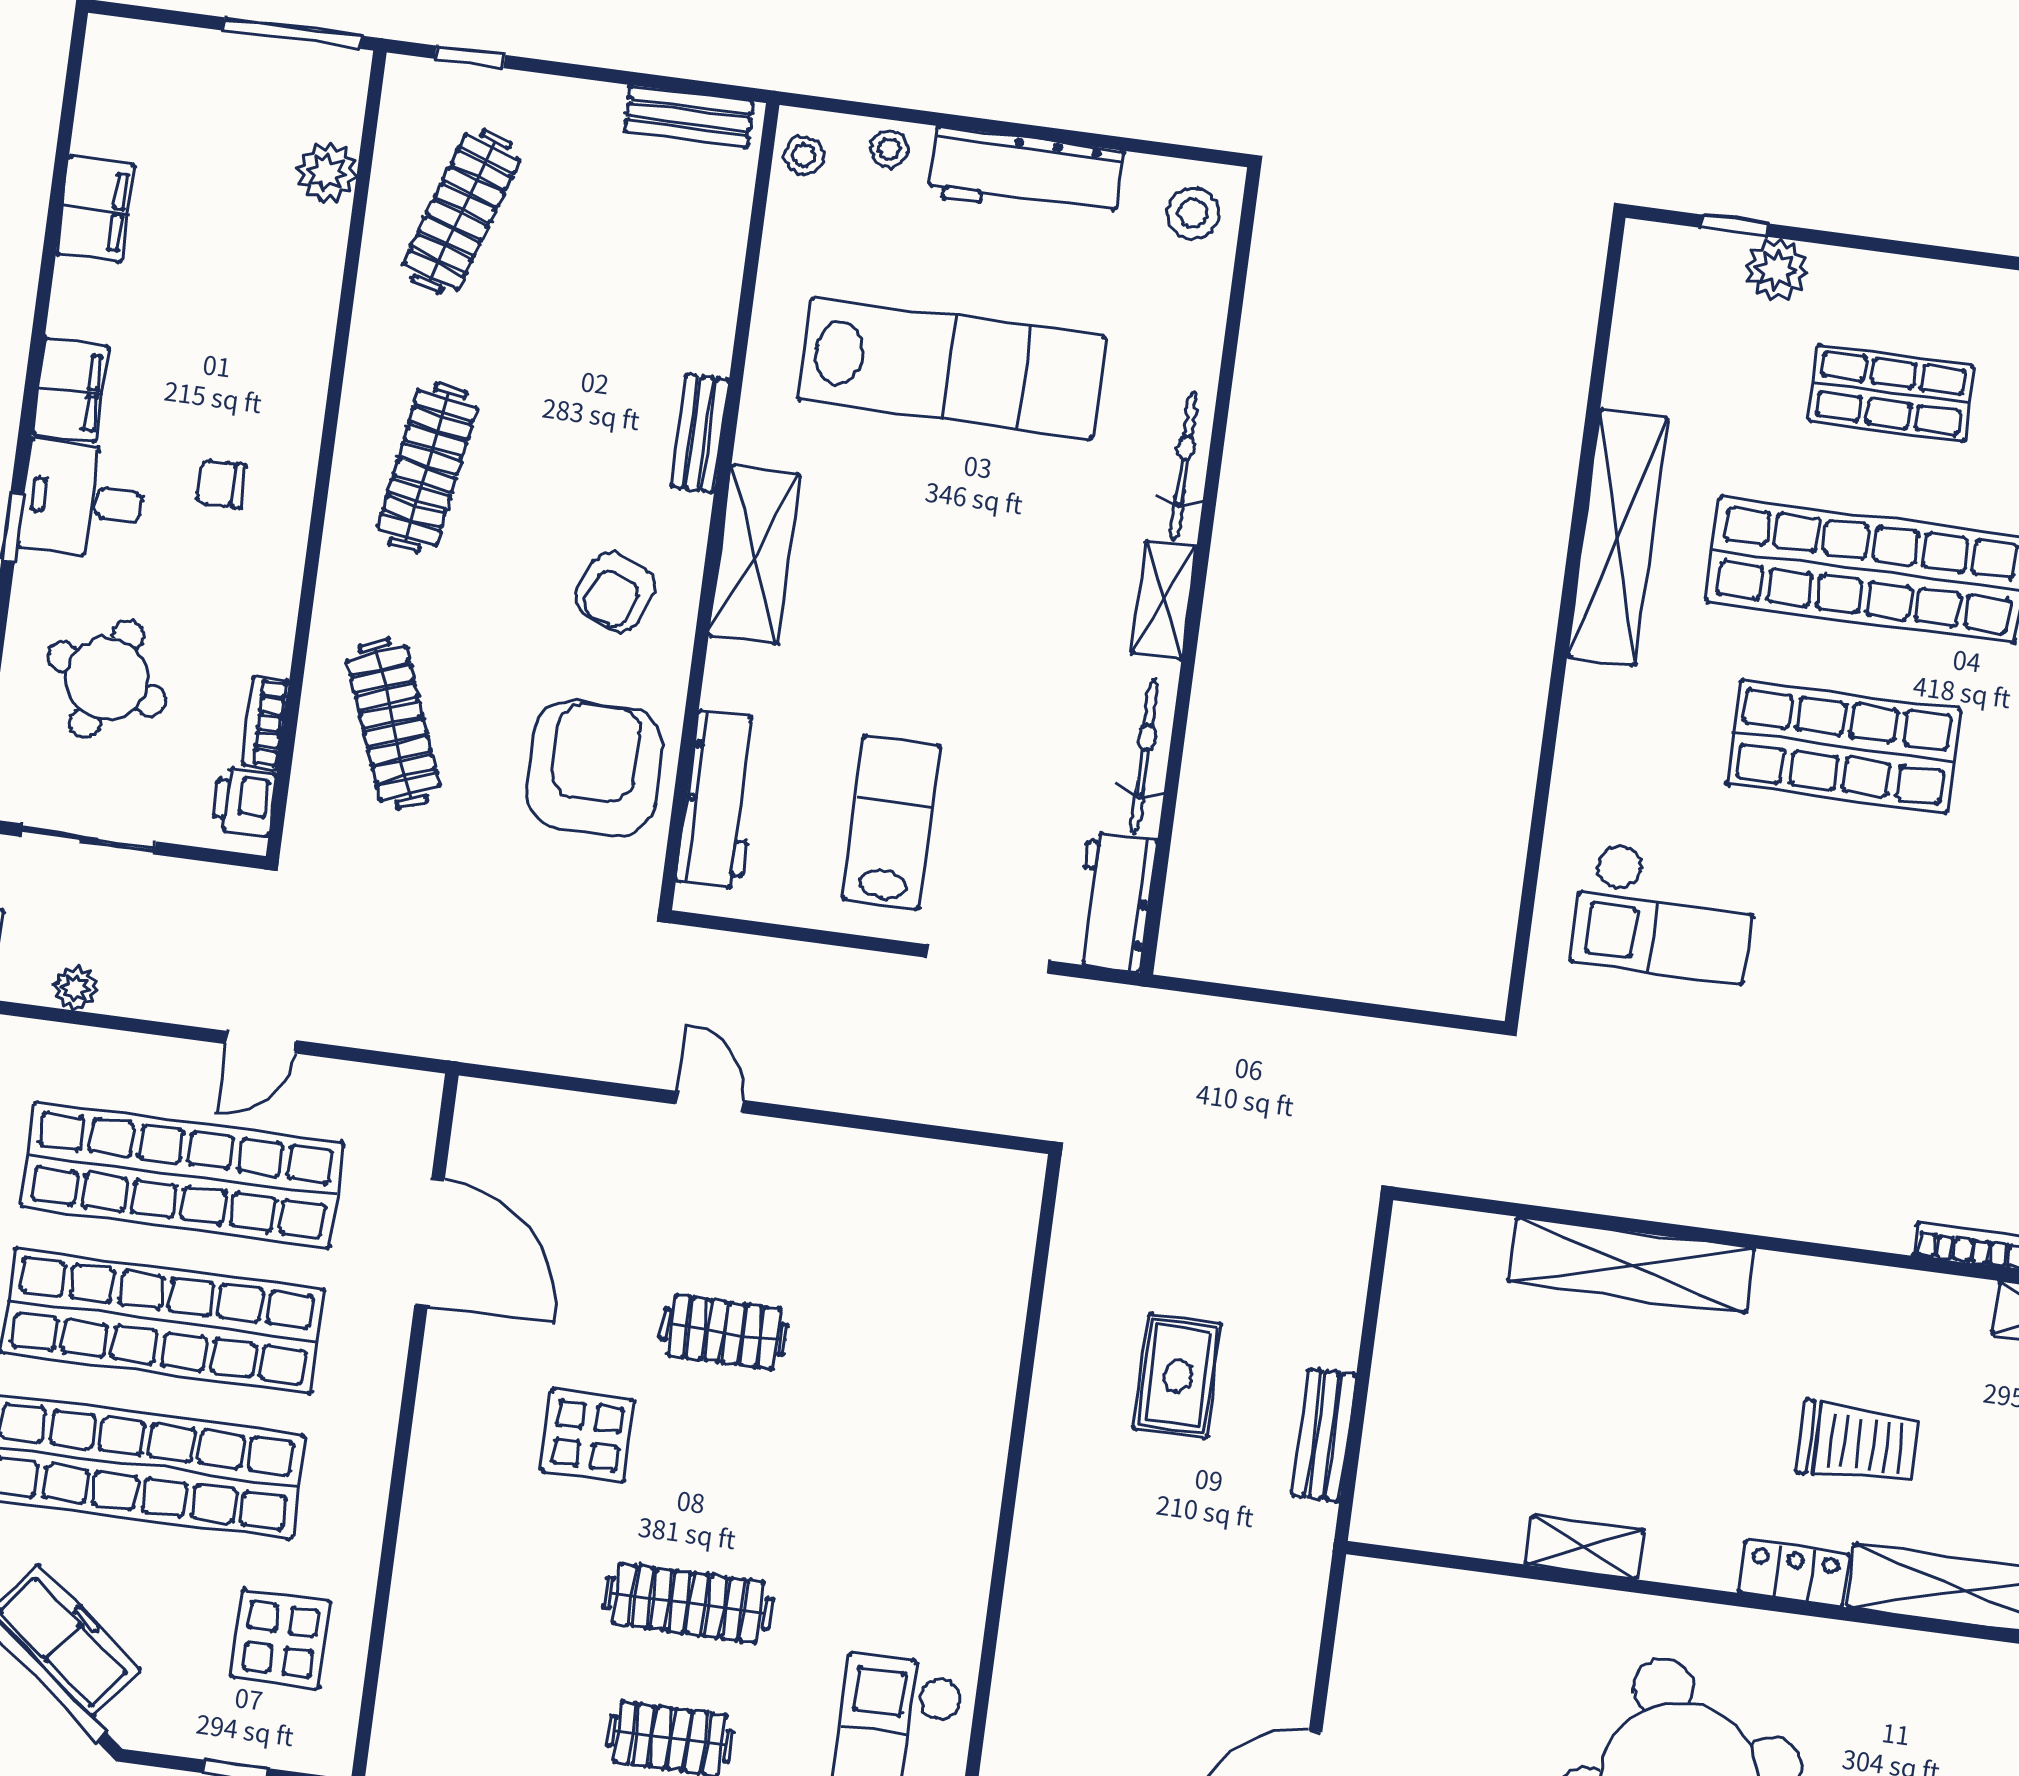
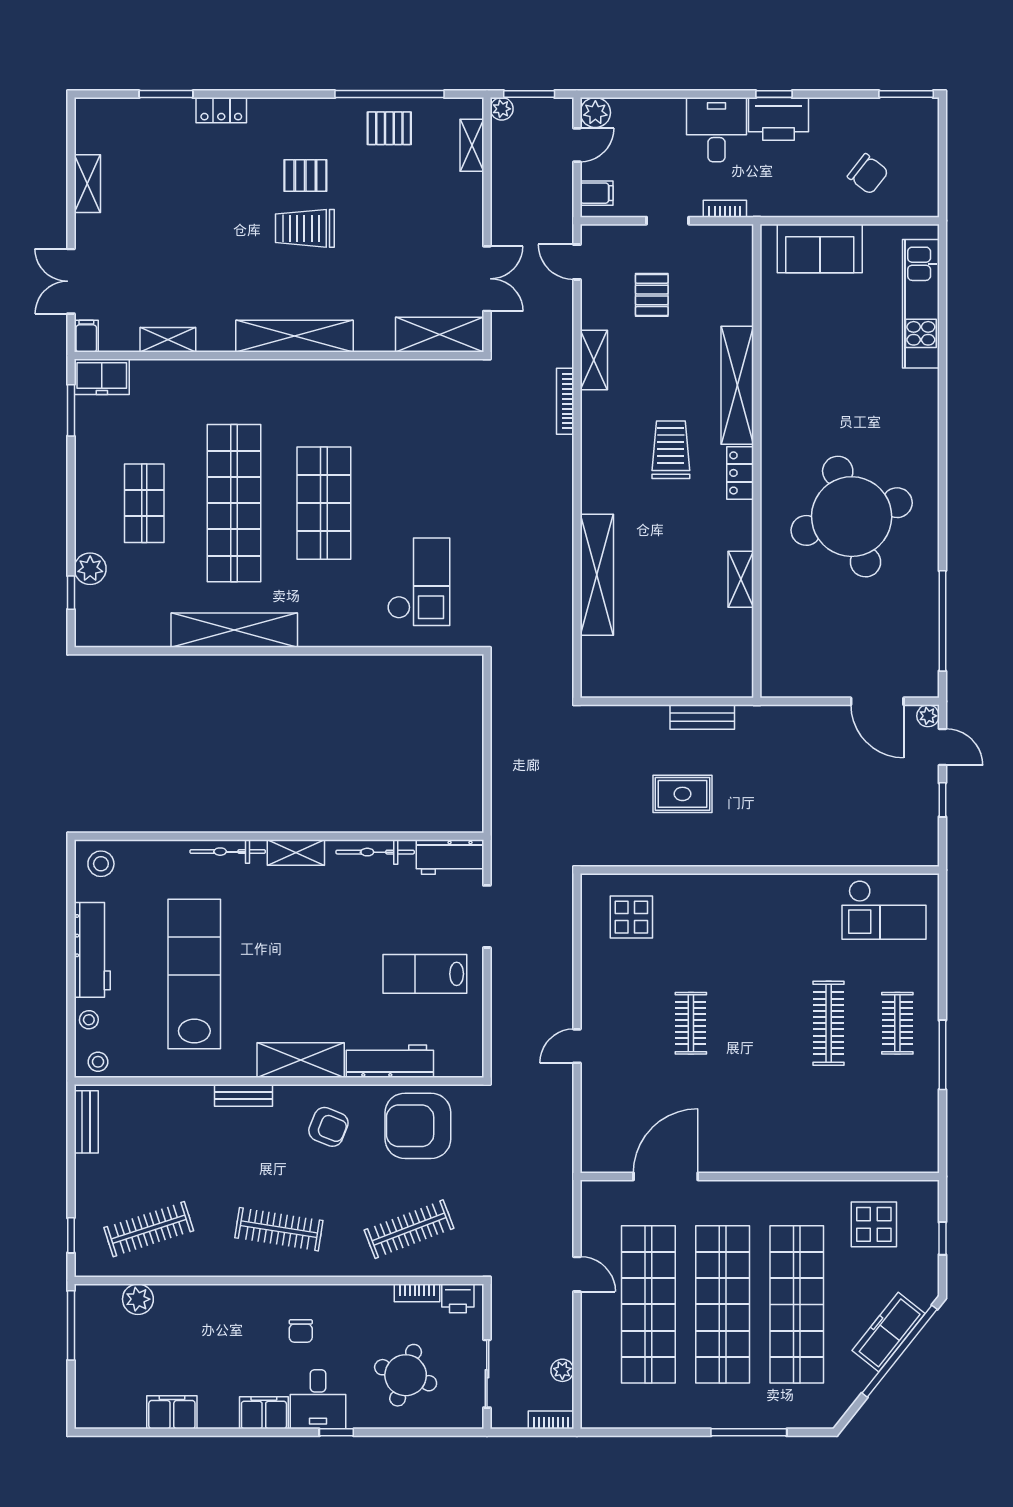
clothes rail: (461, 212) -> (149, 1229), turned -36
workbench: (719, 800) -> (390, 1061), moved
display table: (588, 1436) -> (631, 917), moved

